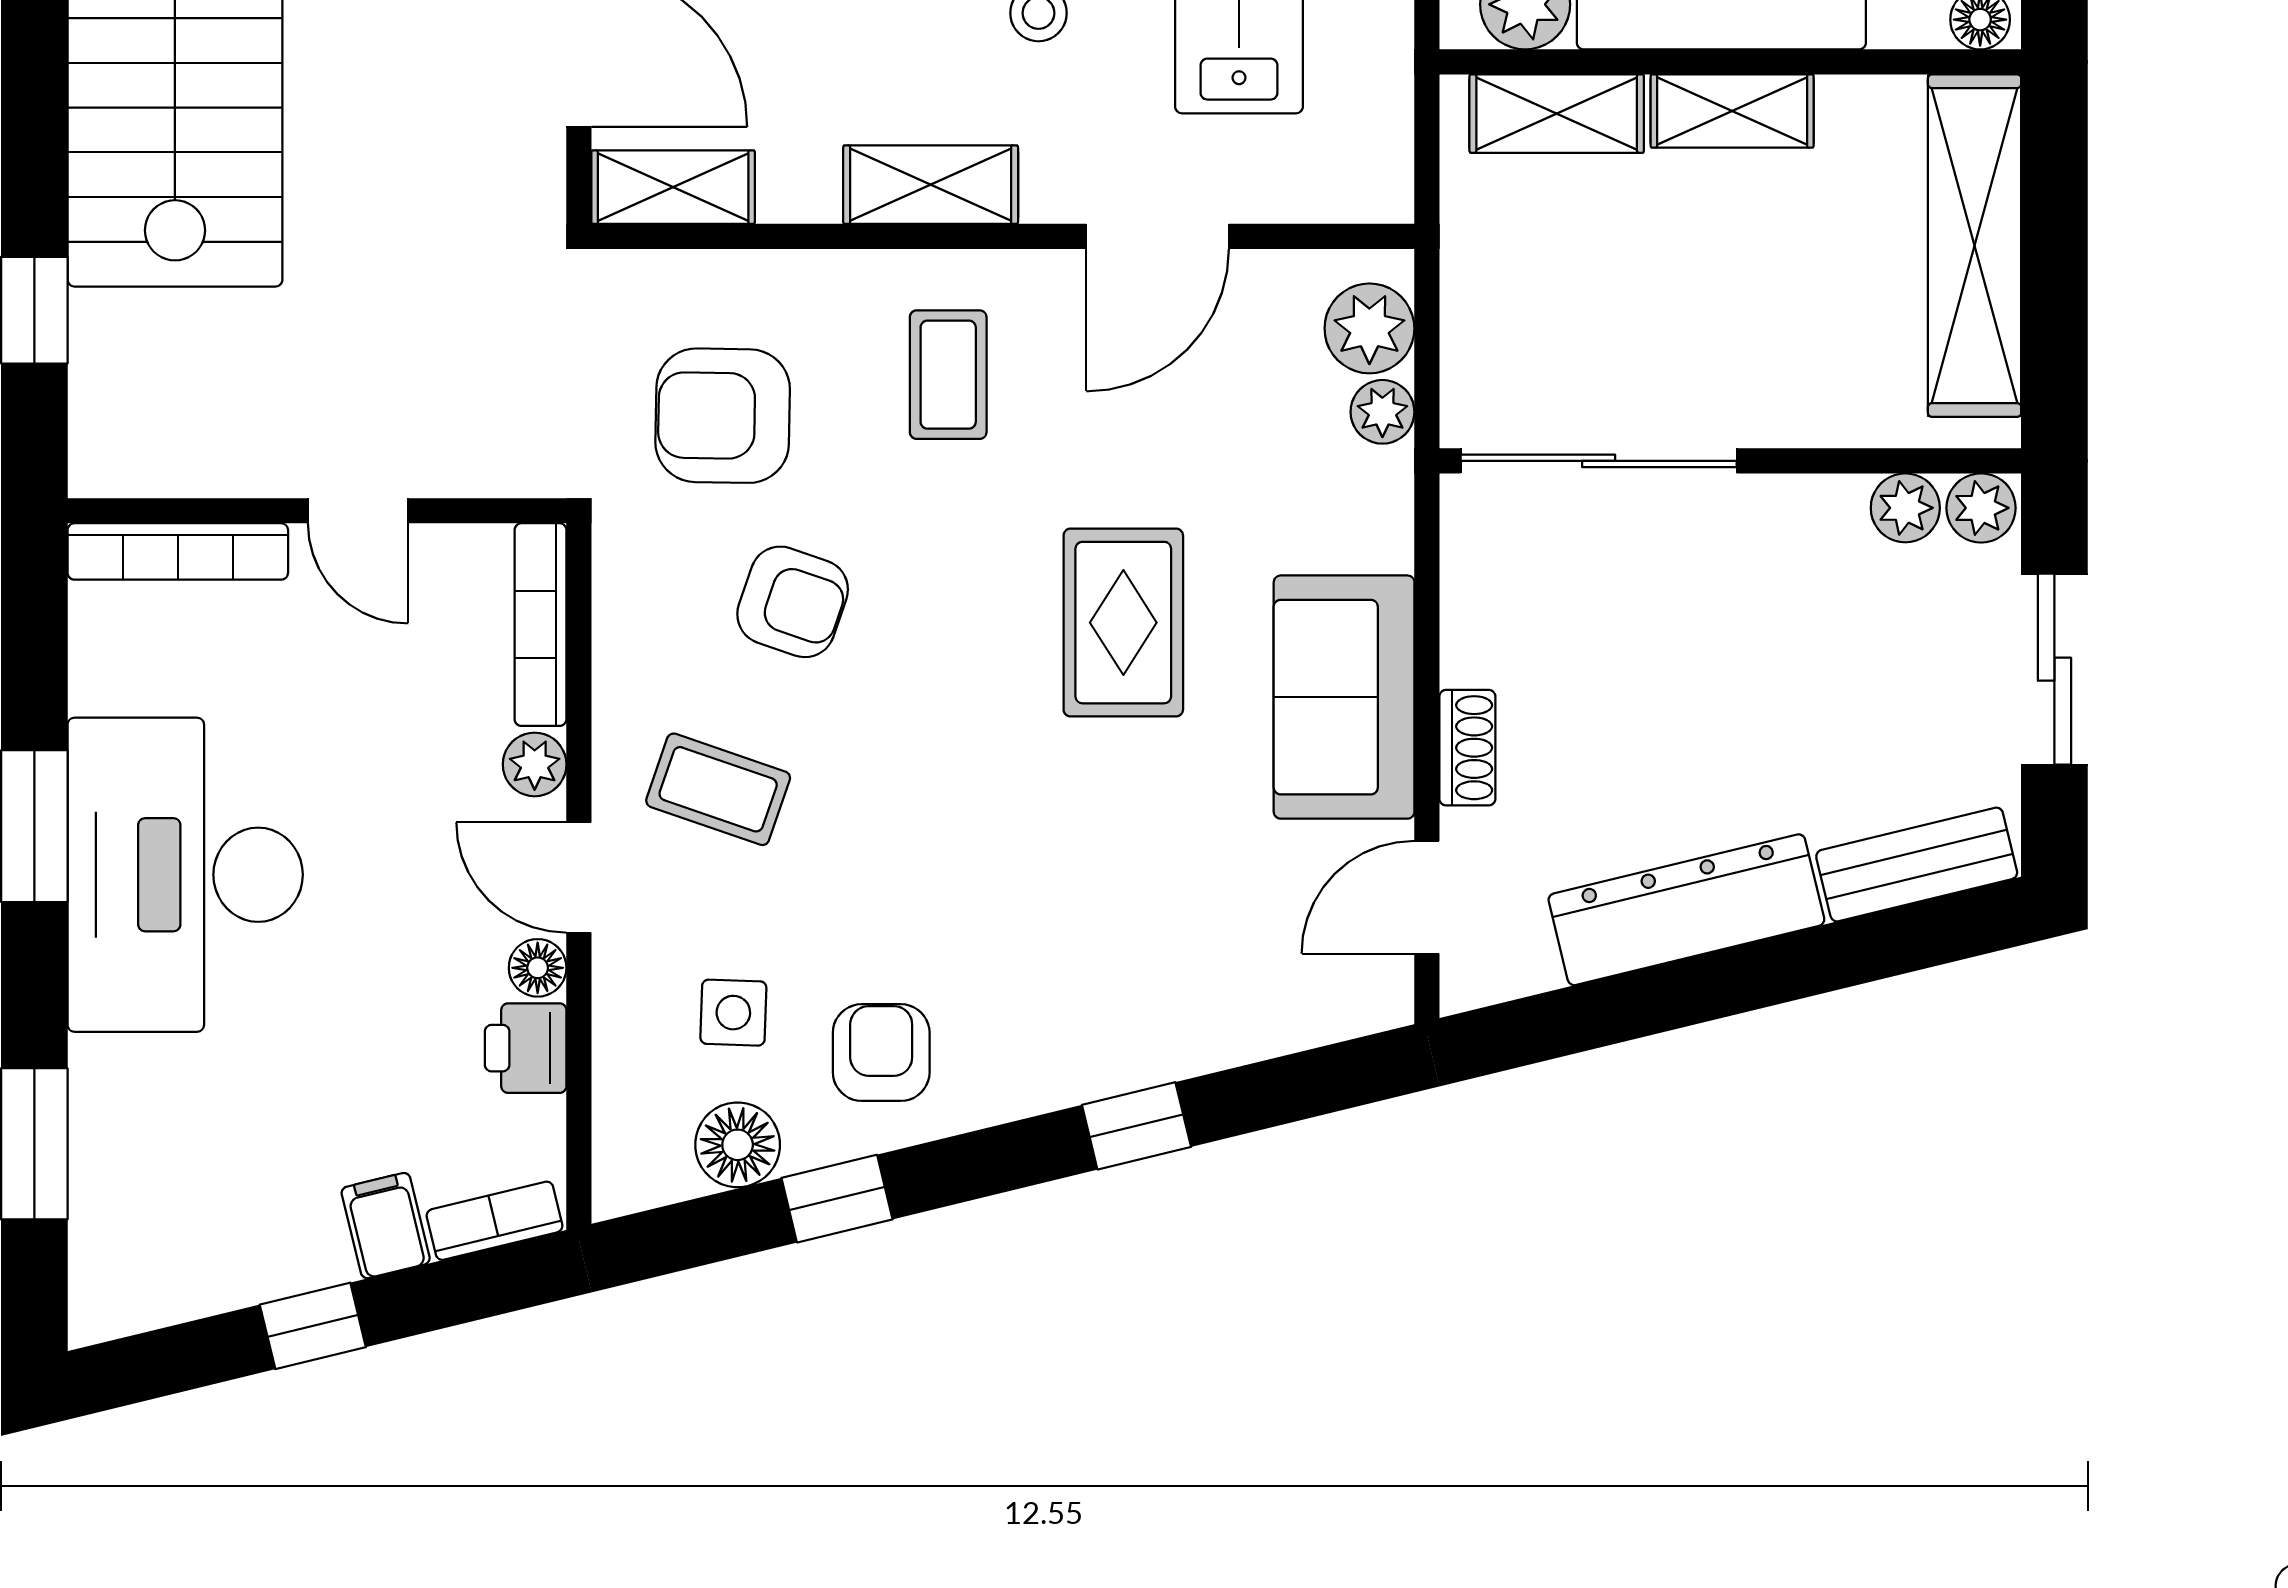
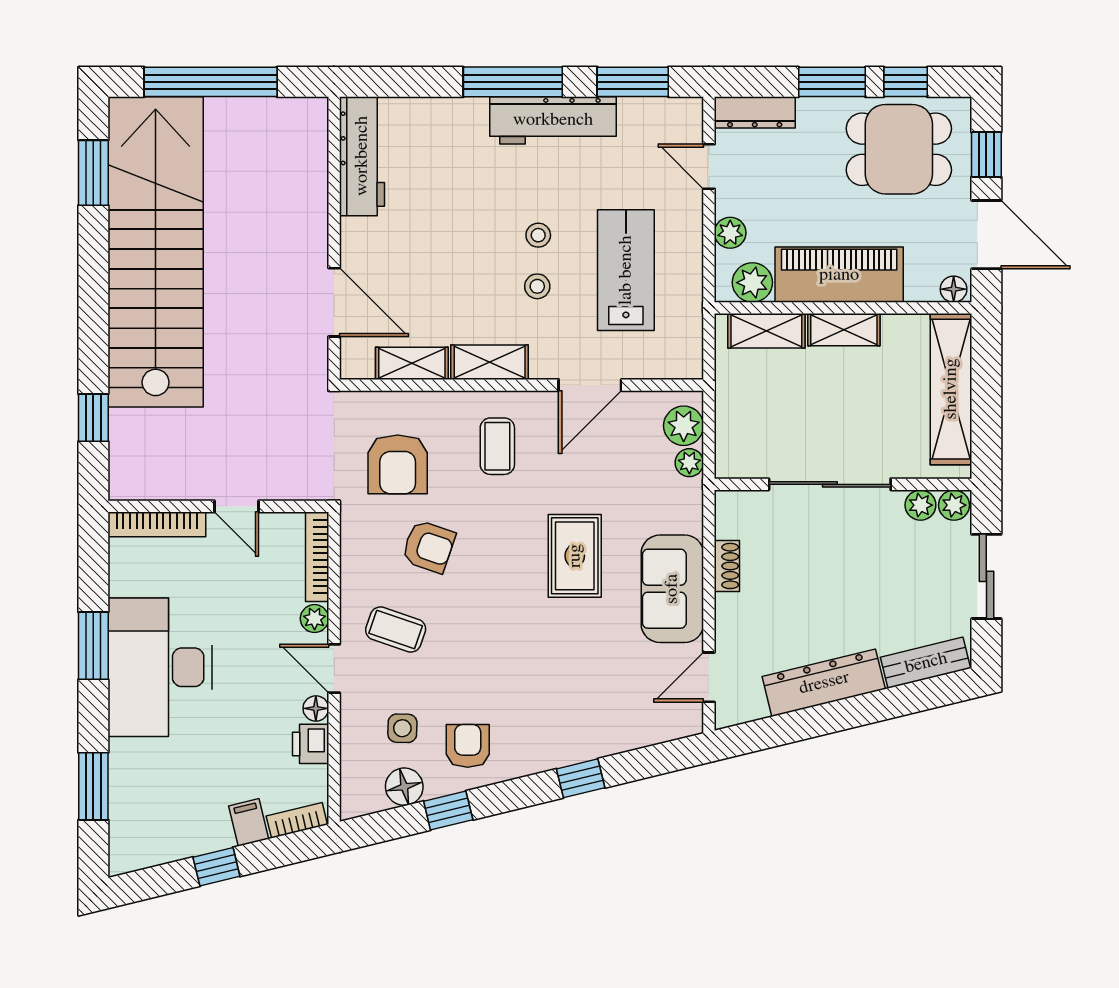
shelving: (673, 187) -> (412, 363), moved
armchair: (723, 416) -> (398, 464), turned -91
sliding door: (1599, 461) -> (830, 484), moved
shoe rack: (1467, 748) -> (727, 566), moved

